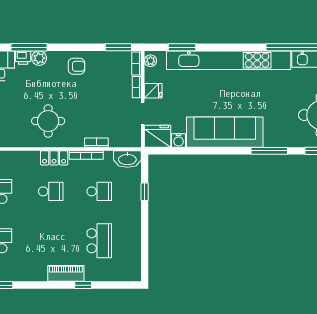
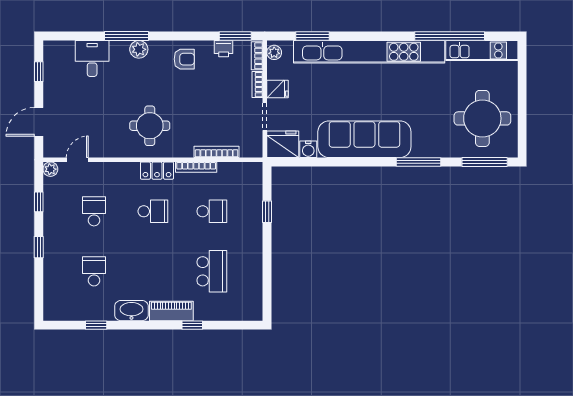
printer: (23, 58) -> (224, 49), moved
bookcase: (96, 143) -> (217, 152), width x1.56
washbasin: (127, 159) -> (131, 311), moved, turned 180

